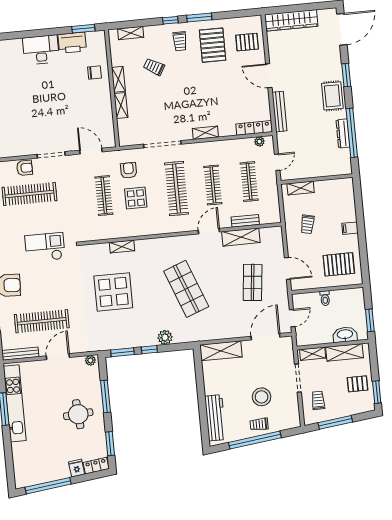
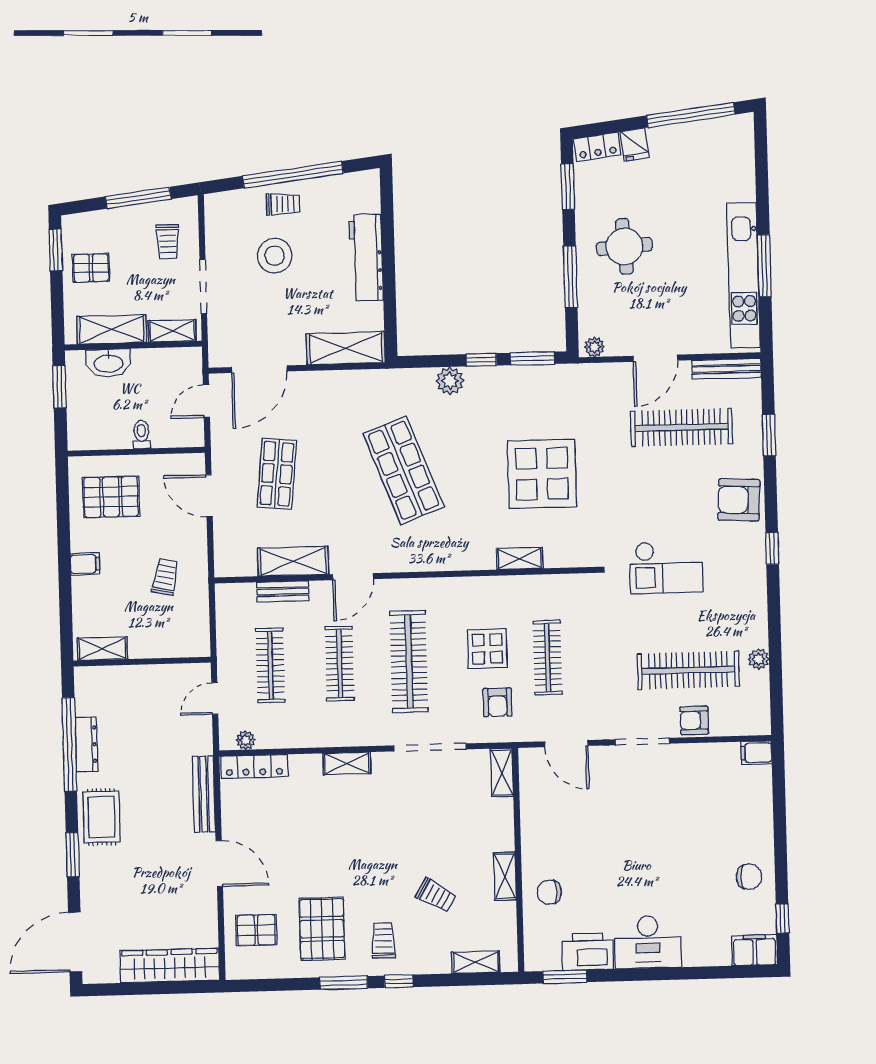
shelving: (121, 105) -> (502, 772), moved
shelving: (301, 188) -> (102, 649), moved
workbench: (215, 418) -> (366, 258), moved

